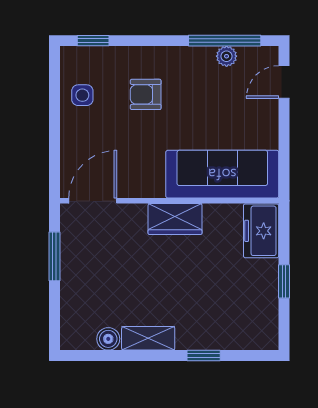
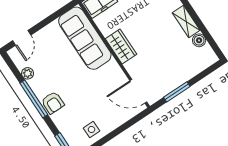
window: (225, 41) -> (34, 99), moved
door: (284, 82) -> (22, 38), hinge flipped
armchair: (146, 94) -> (53, 103), moved

